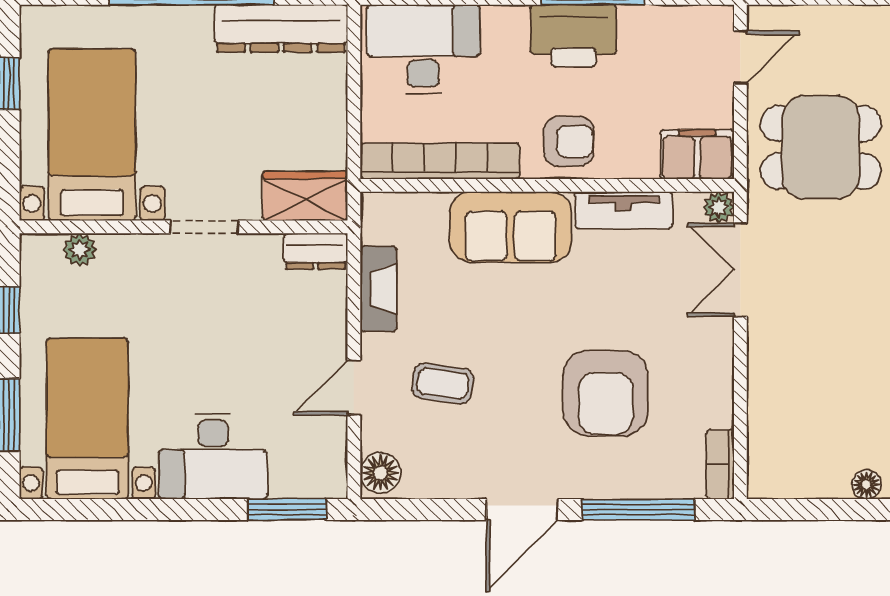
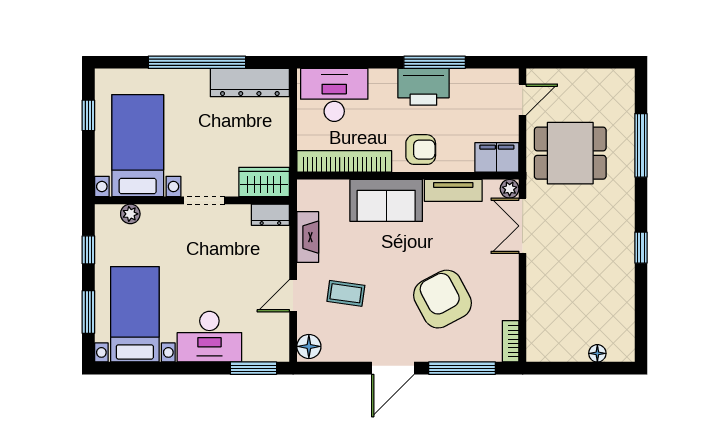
armchair: (606, 393) -> (443, 299), turned 152

